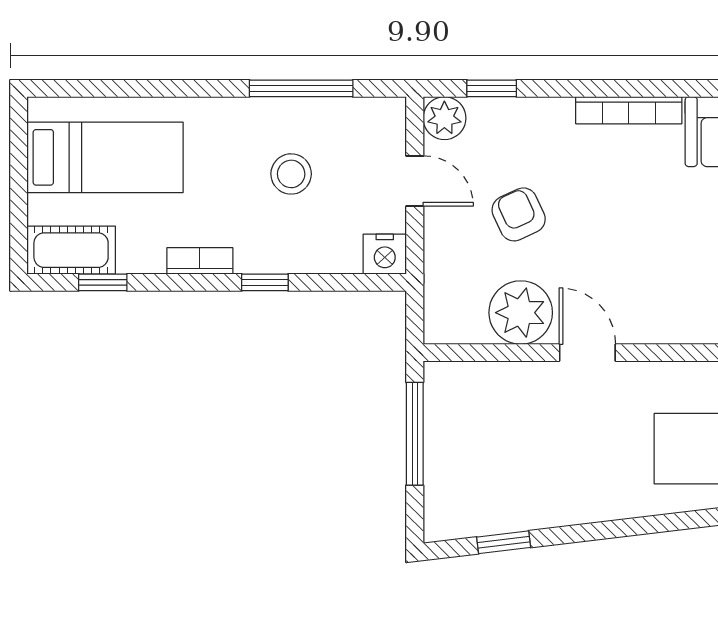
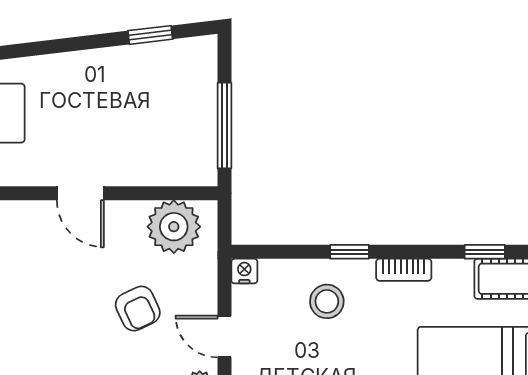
stool: (291, 174) -> (327, 301), moved
nightstand: (385, 254) -> (244, 271), width x0.72, depth x0.74
plant: (521, 313) -> (174, 227), moved

